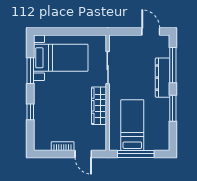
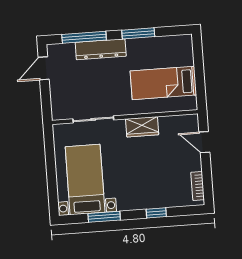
wardrobe: (99, 106) -> (142, 127), width x0.67
bookcase: (63, 146) -> (198, 186), moved
door: (83, 154) -> (204, 142), swing flipped
window: (136, 154) -> (199, 76), removed

